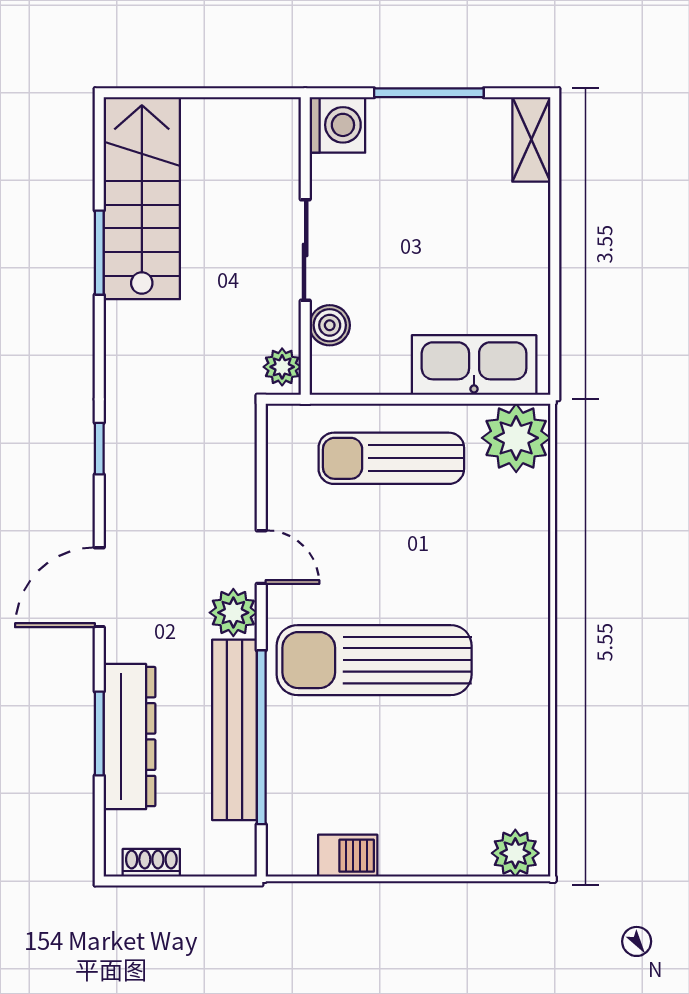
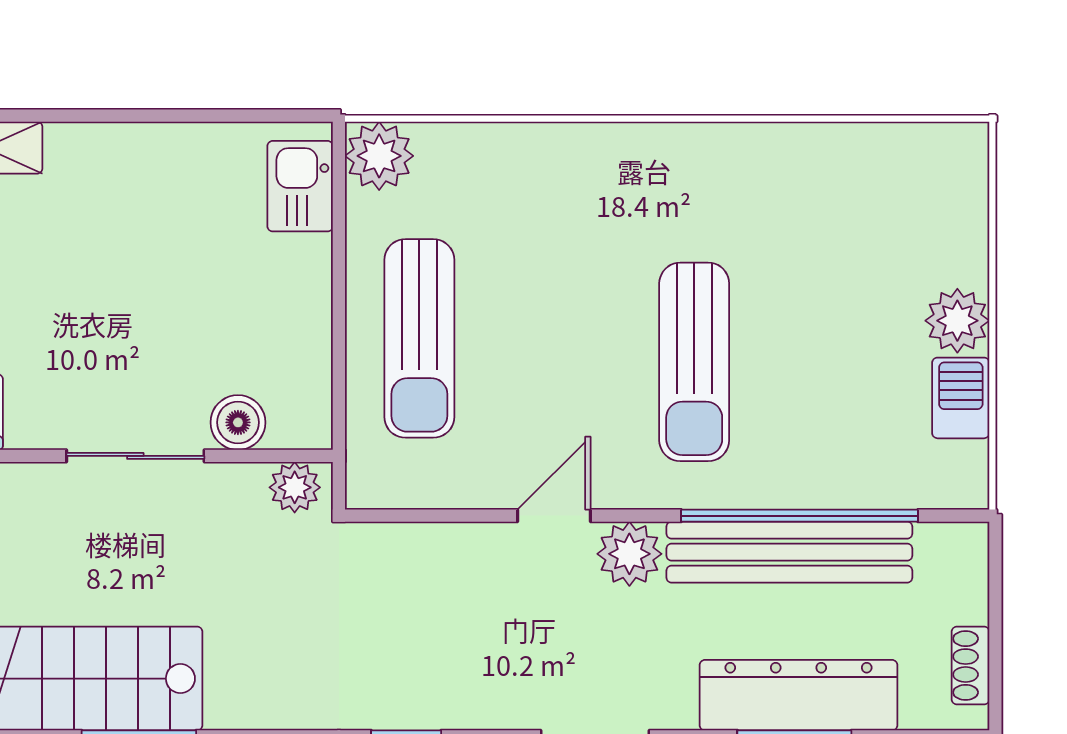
kitchen sink: (474, 365) -> (300, 186), width x0.53, depth x0.81
plant: (516, 438) -> (379, 156), width x0.73, depth x0.73
sun lounger: (374, 660) -> (694, 362), width x0.73, depth x0.75
plant: (515, 853) -> (957, 321), moved

